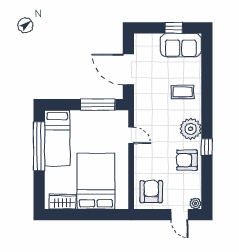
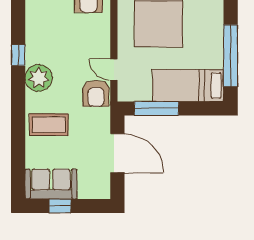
coffee table: (183, 92) -> (49, 125), width x1.36, depth x1.30
bed: (57, 138) -> (188, 85), moved, turned -90
armchair: (187, 160) -> (96, 93), moved, turned 90

